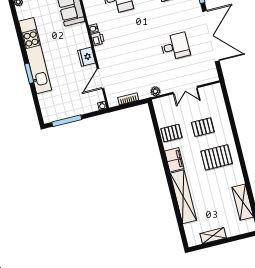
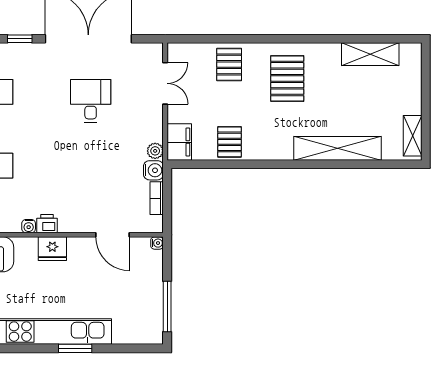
fridge: (87, 57) -> (52, 249), moved
double door: (185, 90) -> (165, 83), moved
water cooler: (144, 93) -> (153, 170), added
pallet: (203, 127) -> (229, 65), moved
filing cabinet: (174, 160) -> (179, 142), moved, turned 90
shelving: (213, 236) -> (413, 136), moved

